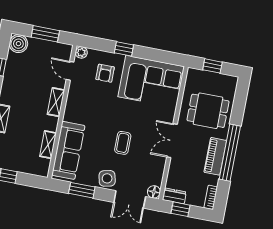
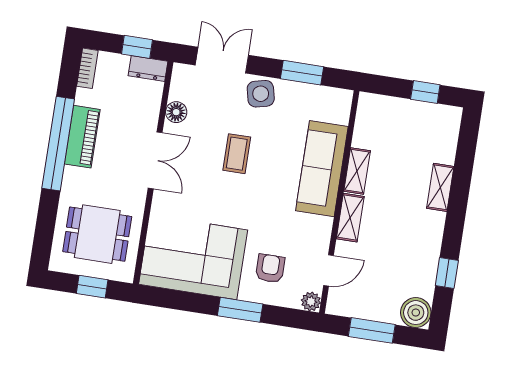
window: (124, 49) -> (240, 310), width x1.50
door: (70, 71) -> (329, 270), hinge flipped
dining table: (208, 111) -> (97, 234), moved
shelving: (48, 145) -> (357, 171), moved
sofa: (68, 150) -> (322, 169), moved
floor lamp: (154, 192) -> (176, 112), moved

